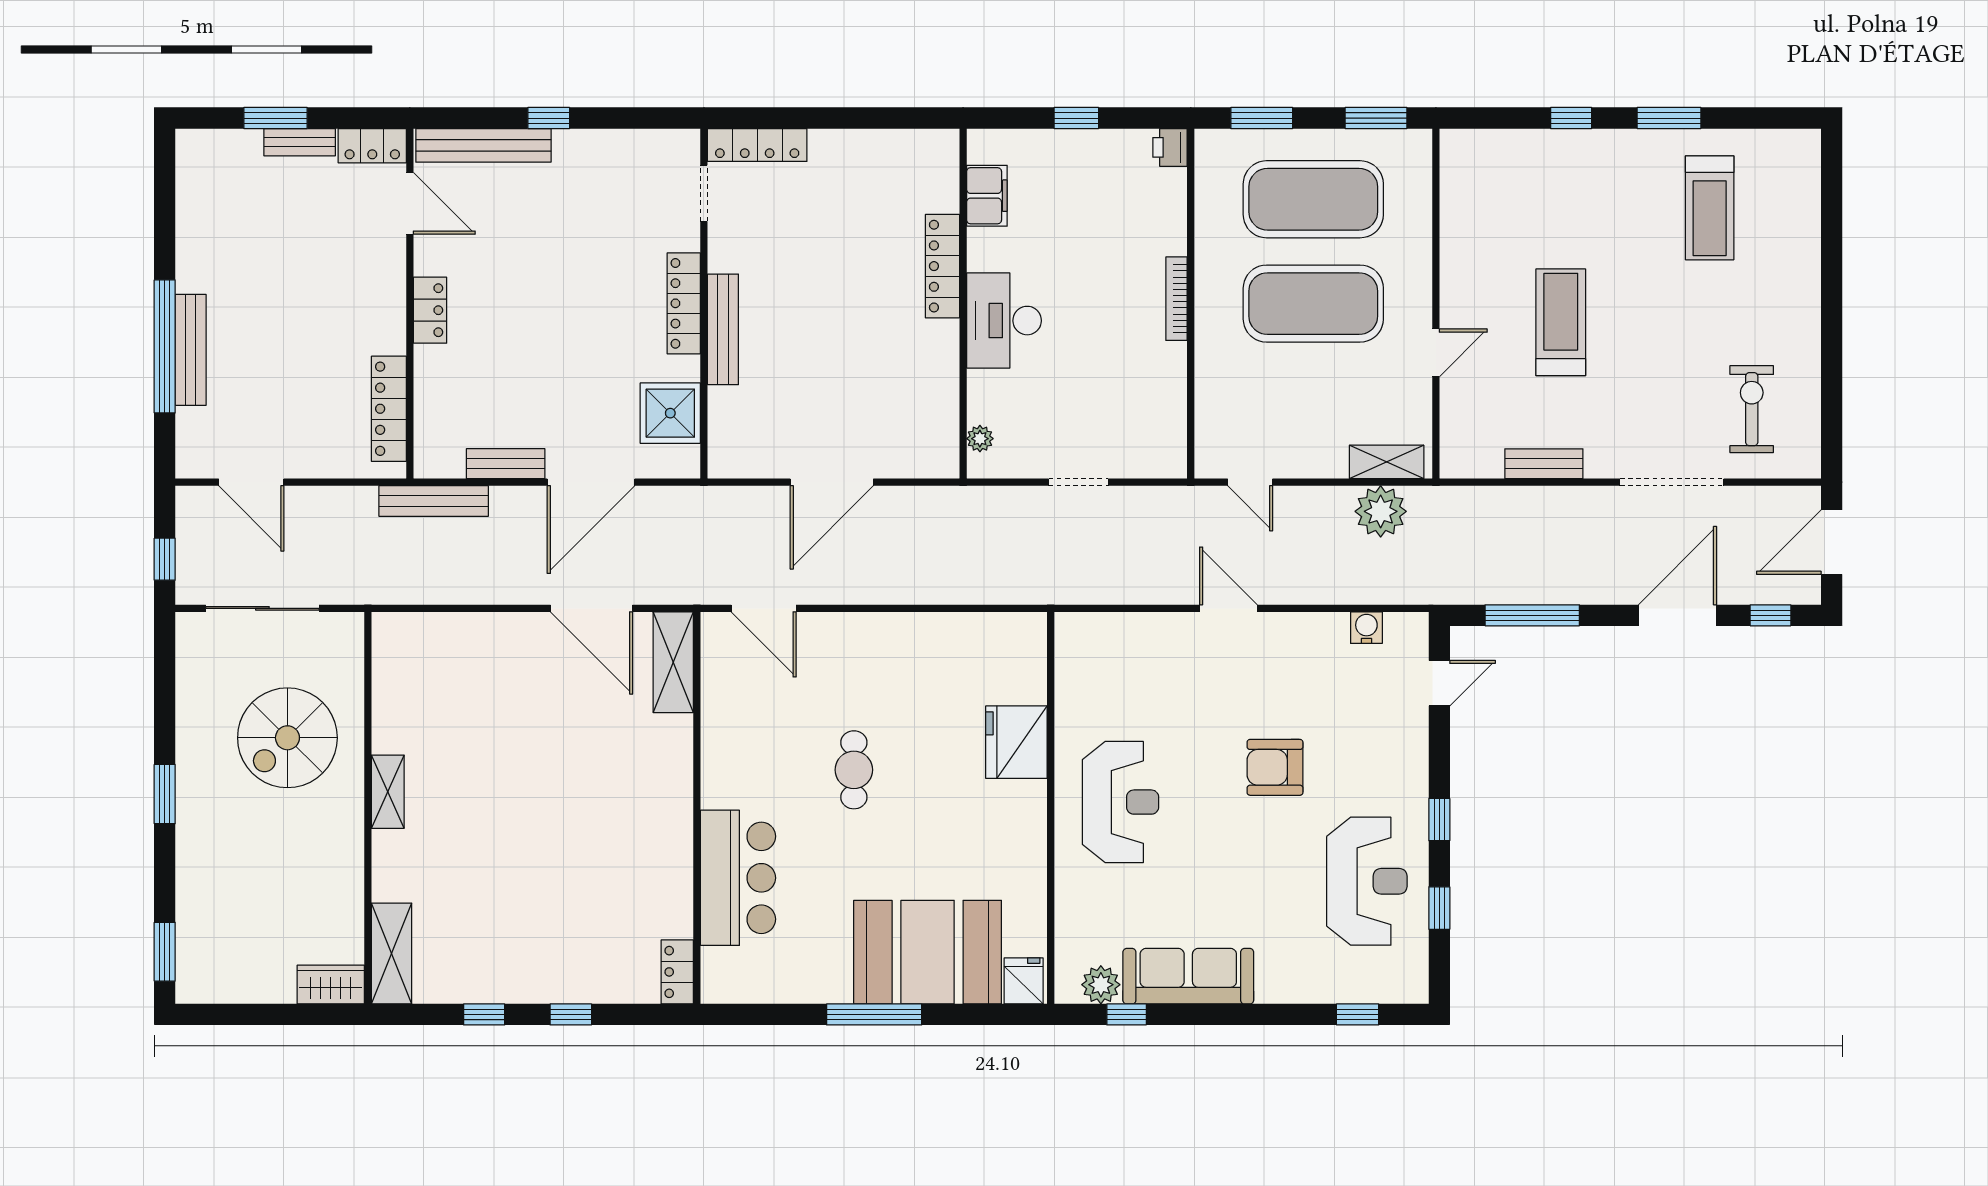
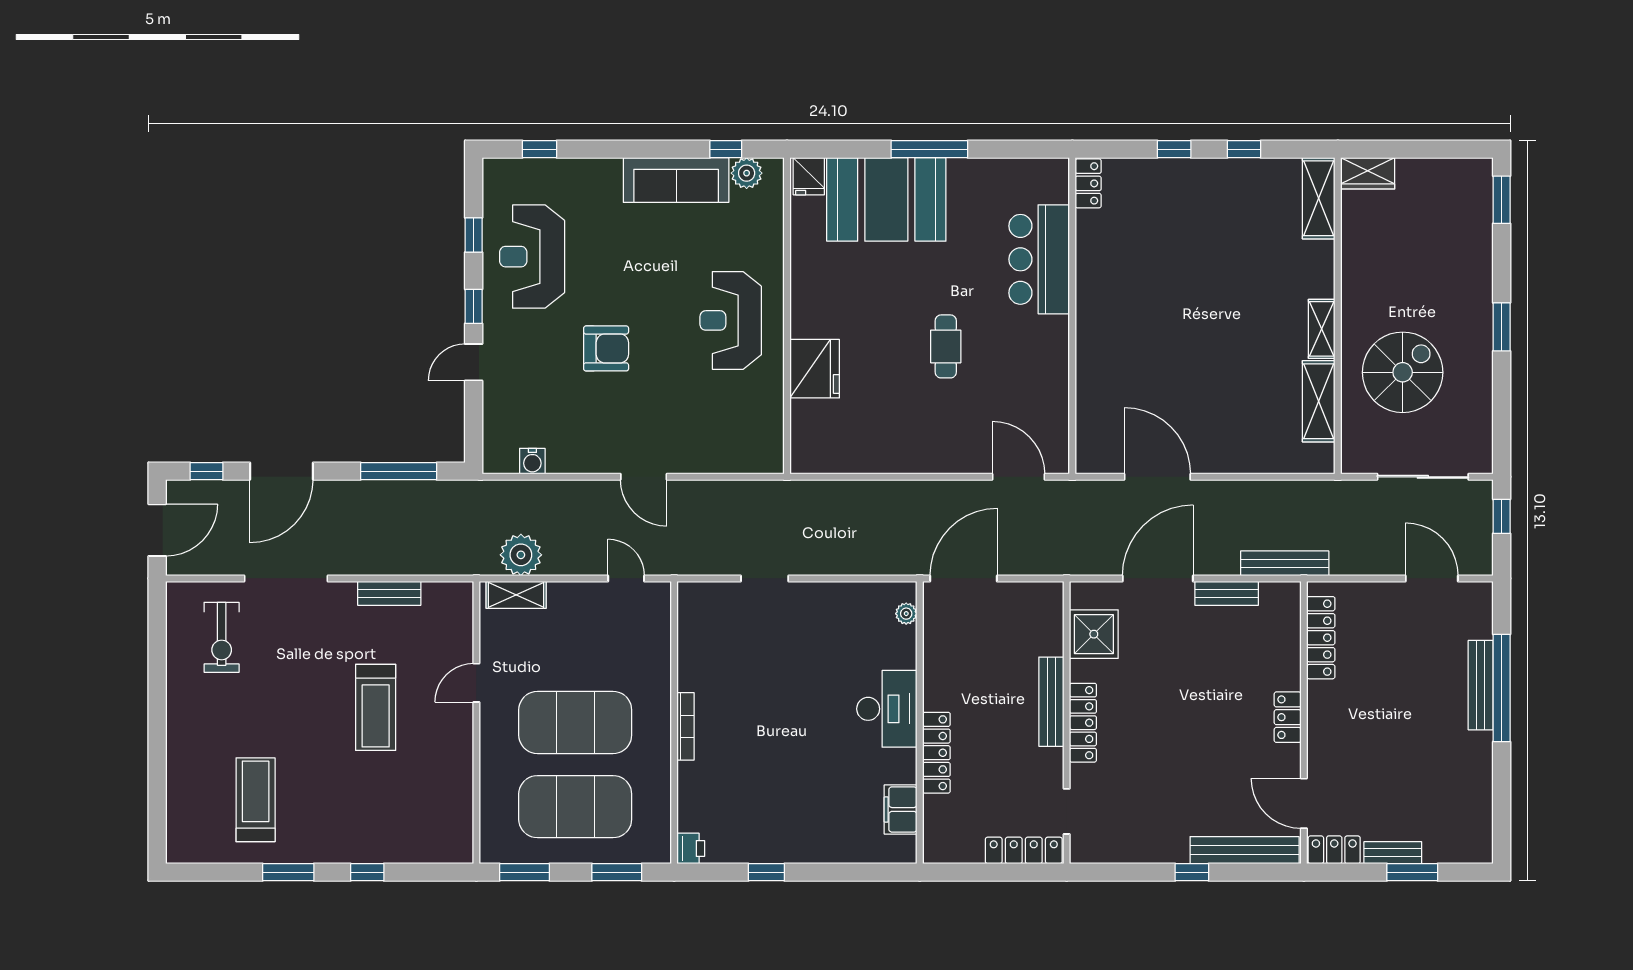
filing cabinet: (987, 196) -> (901, 809), moved
locker: (942, 266) -> (936, 753), moved
wall: (963, 304) -> (920, 722), moved
desk: (1004, 321) -> (887, 709), moved
plant: (980, 439) -> (906, 614), moved
shelving: (673, 662) -> (1319, 401), moved
door: (1439, 683) -> (474, 362), moved

